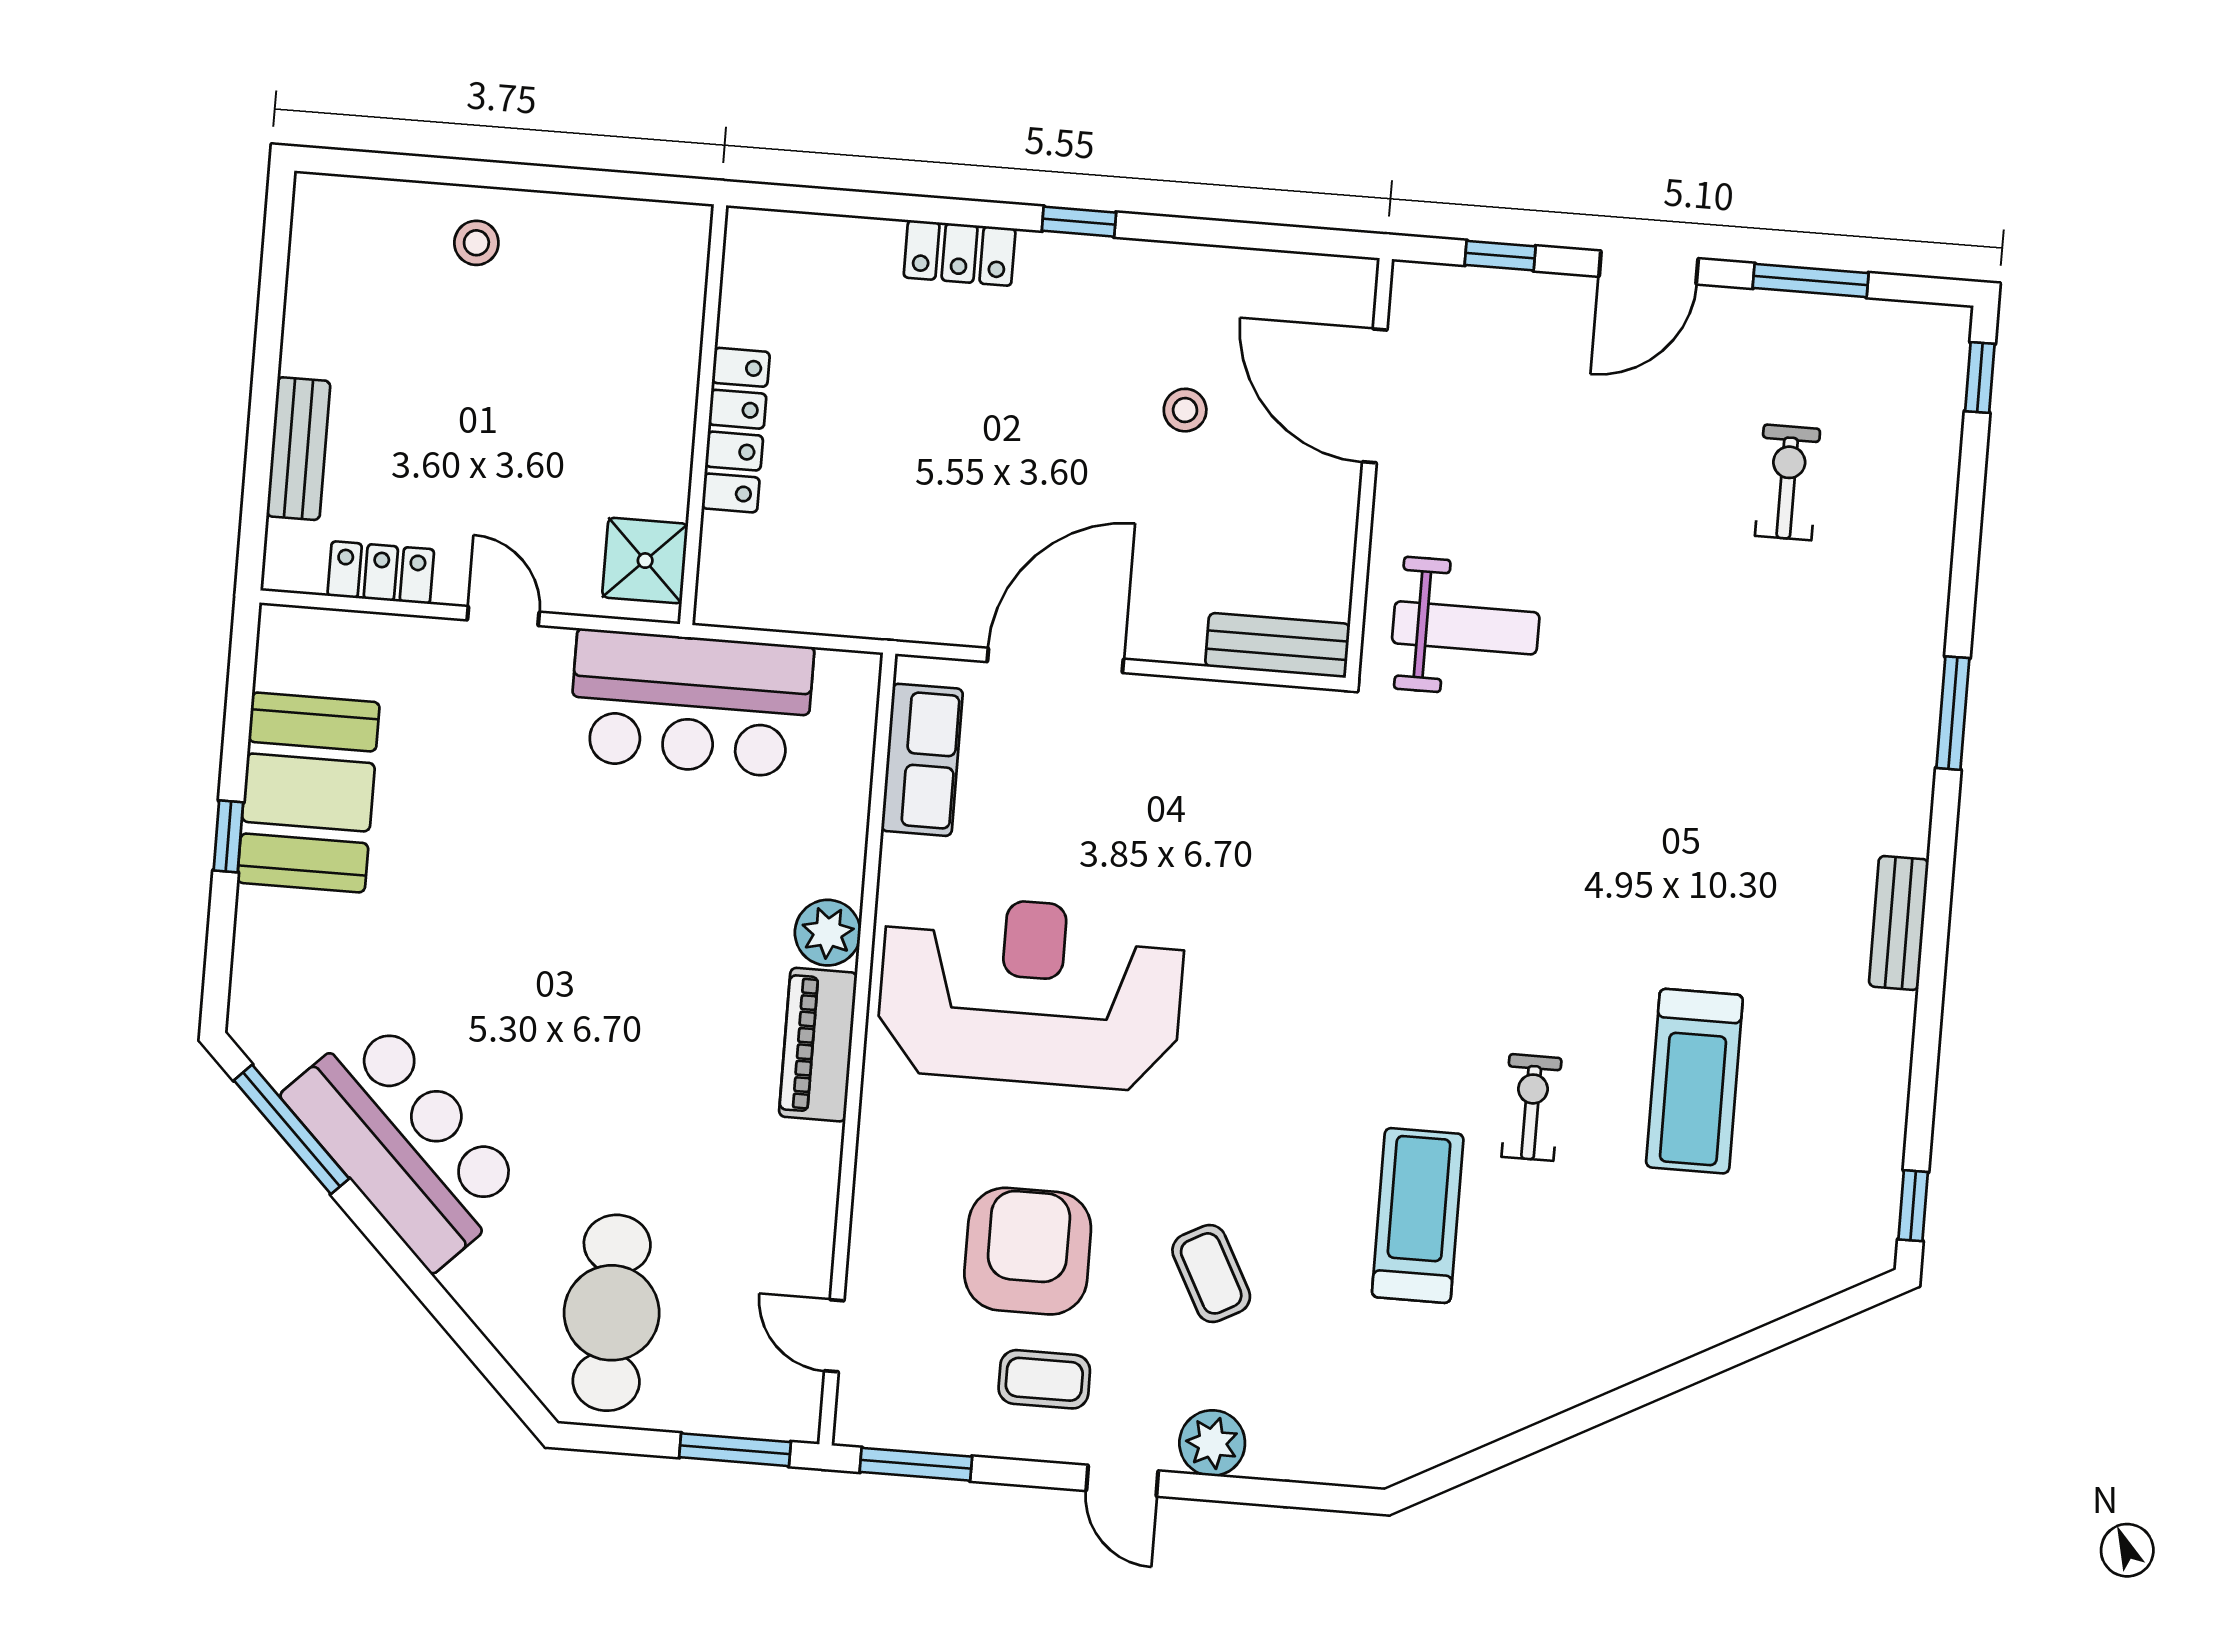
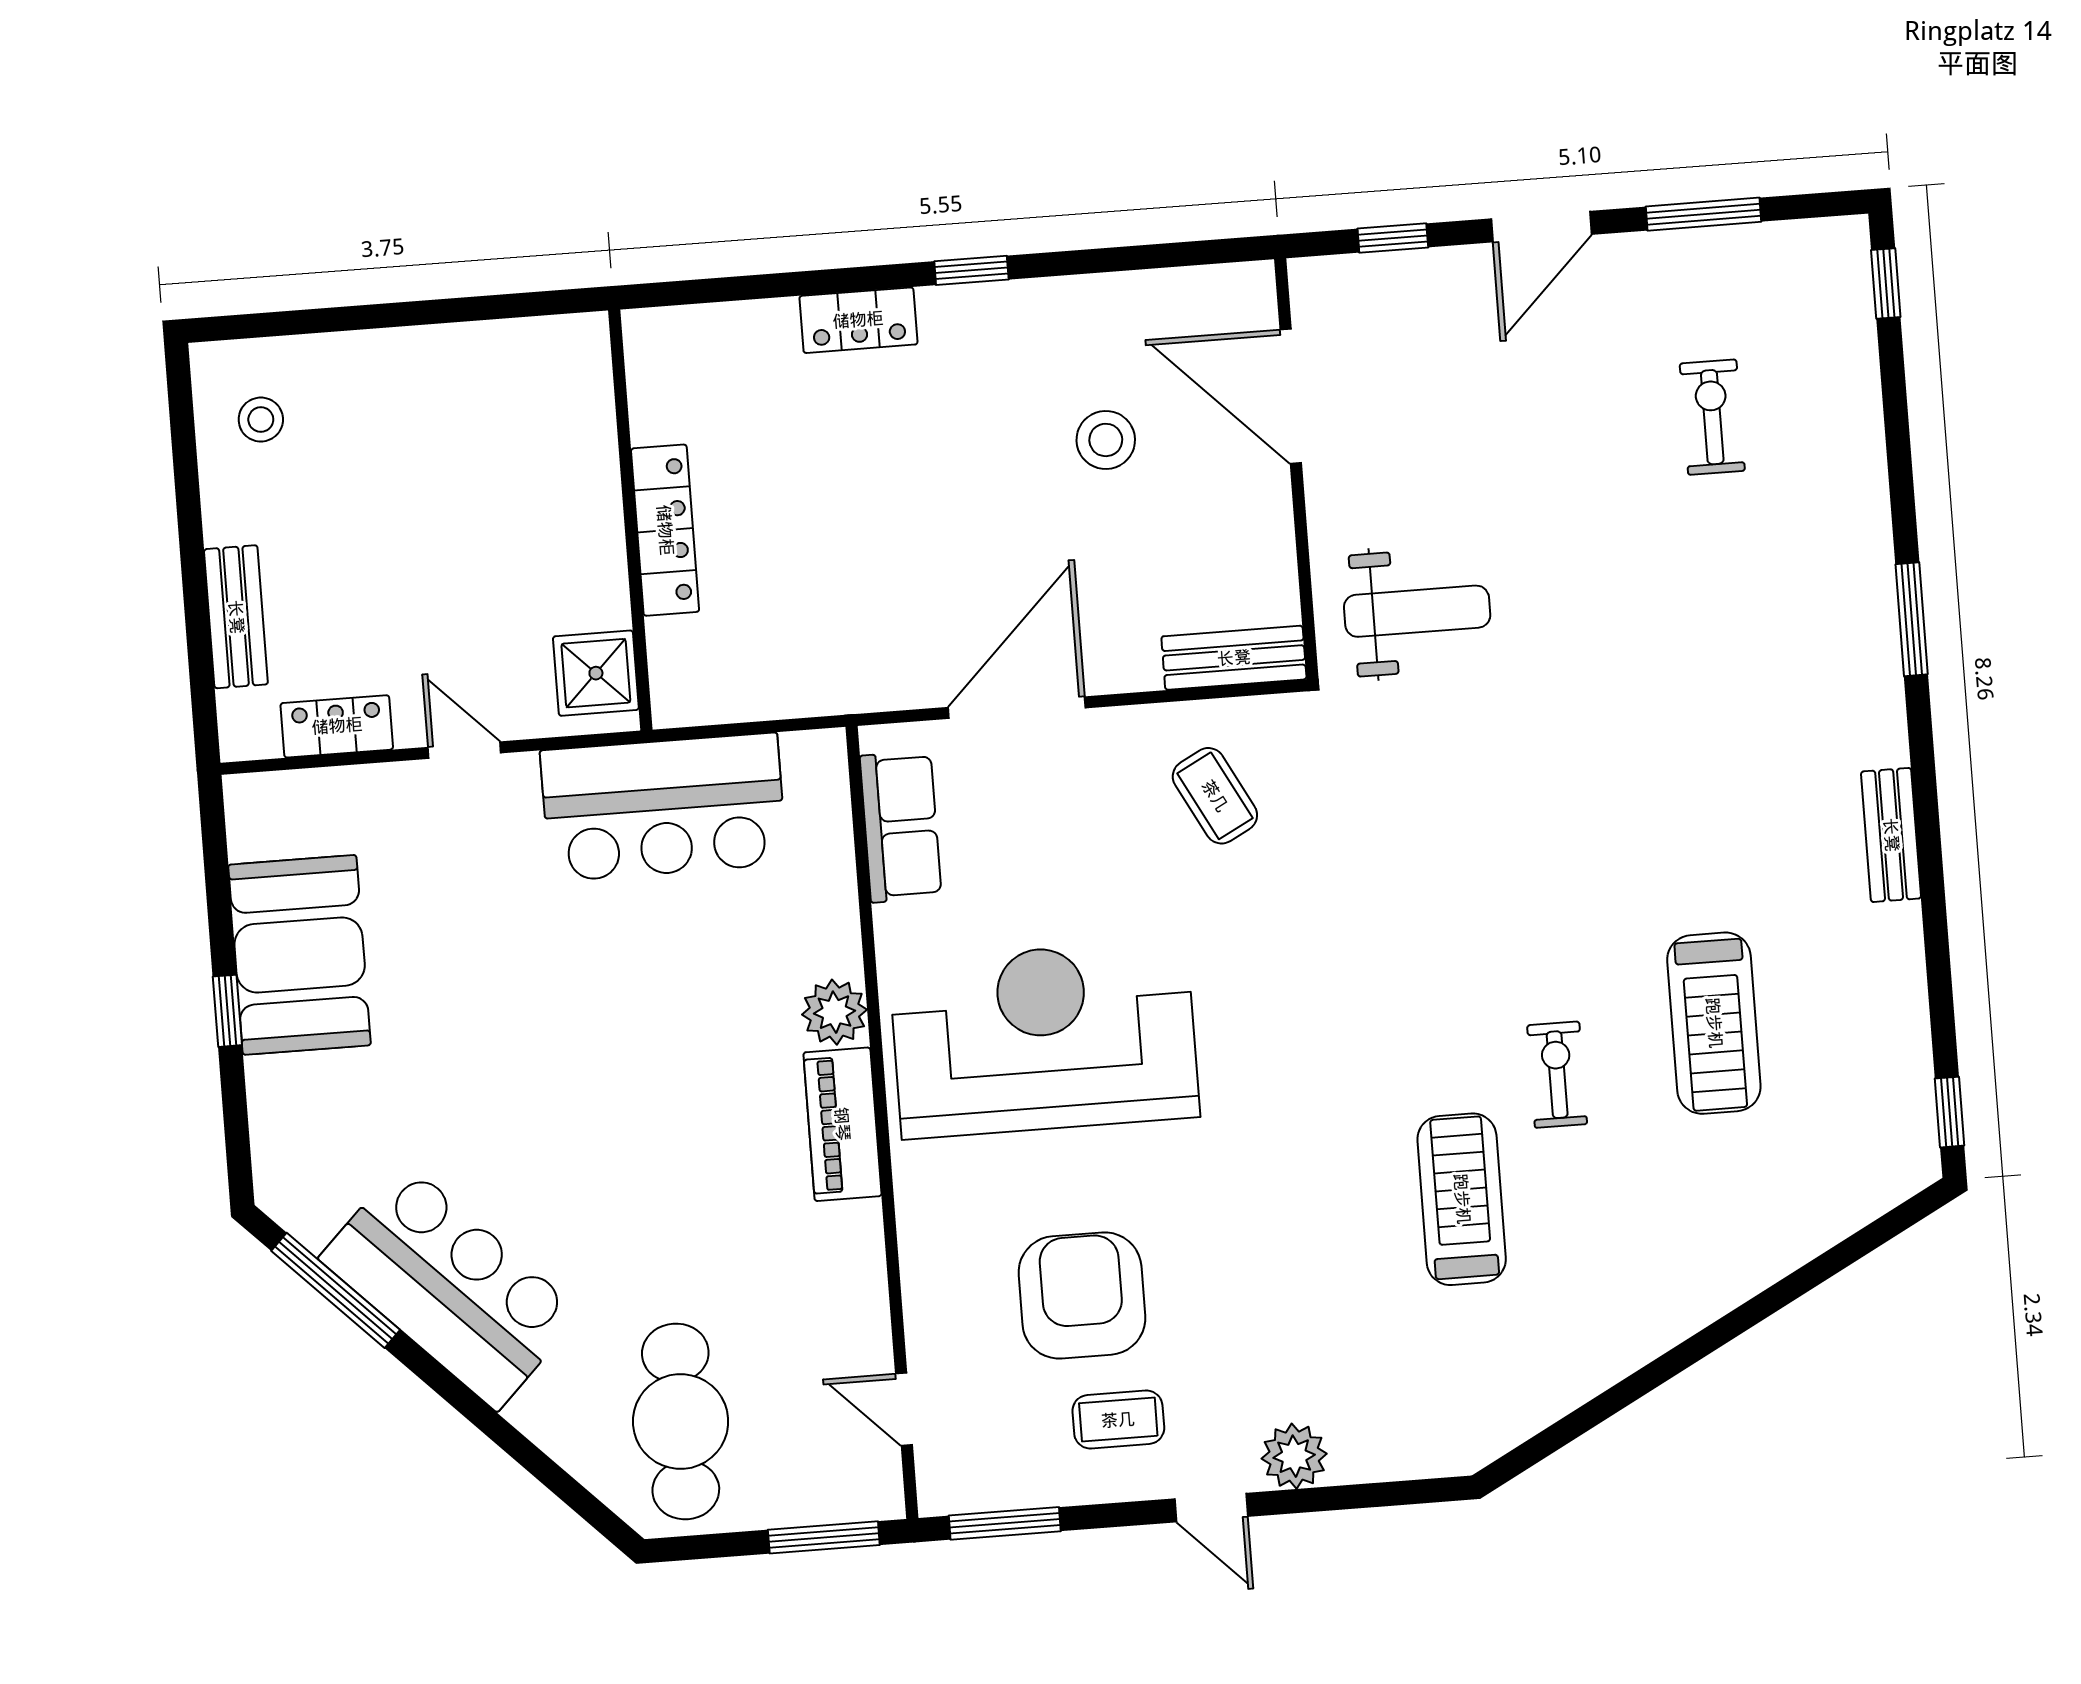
stool: (476, 243) -> (261, 420), moved
stool: (1185, 410) -> (1106, 440), width x1.37, depth x1.37
coffee table: (1211, 1273) -> (1215, 796), moved

